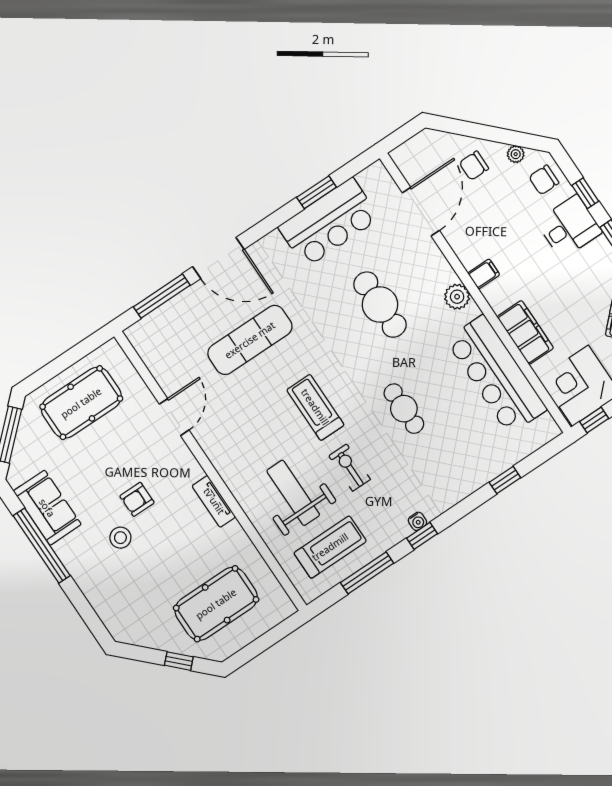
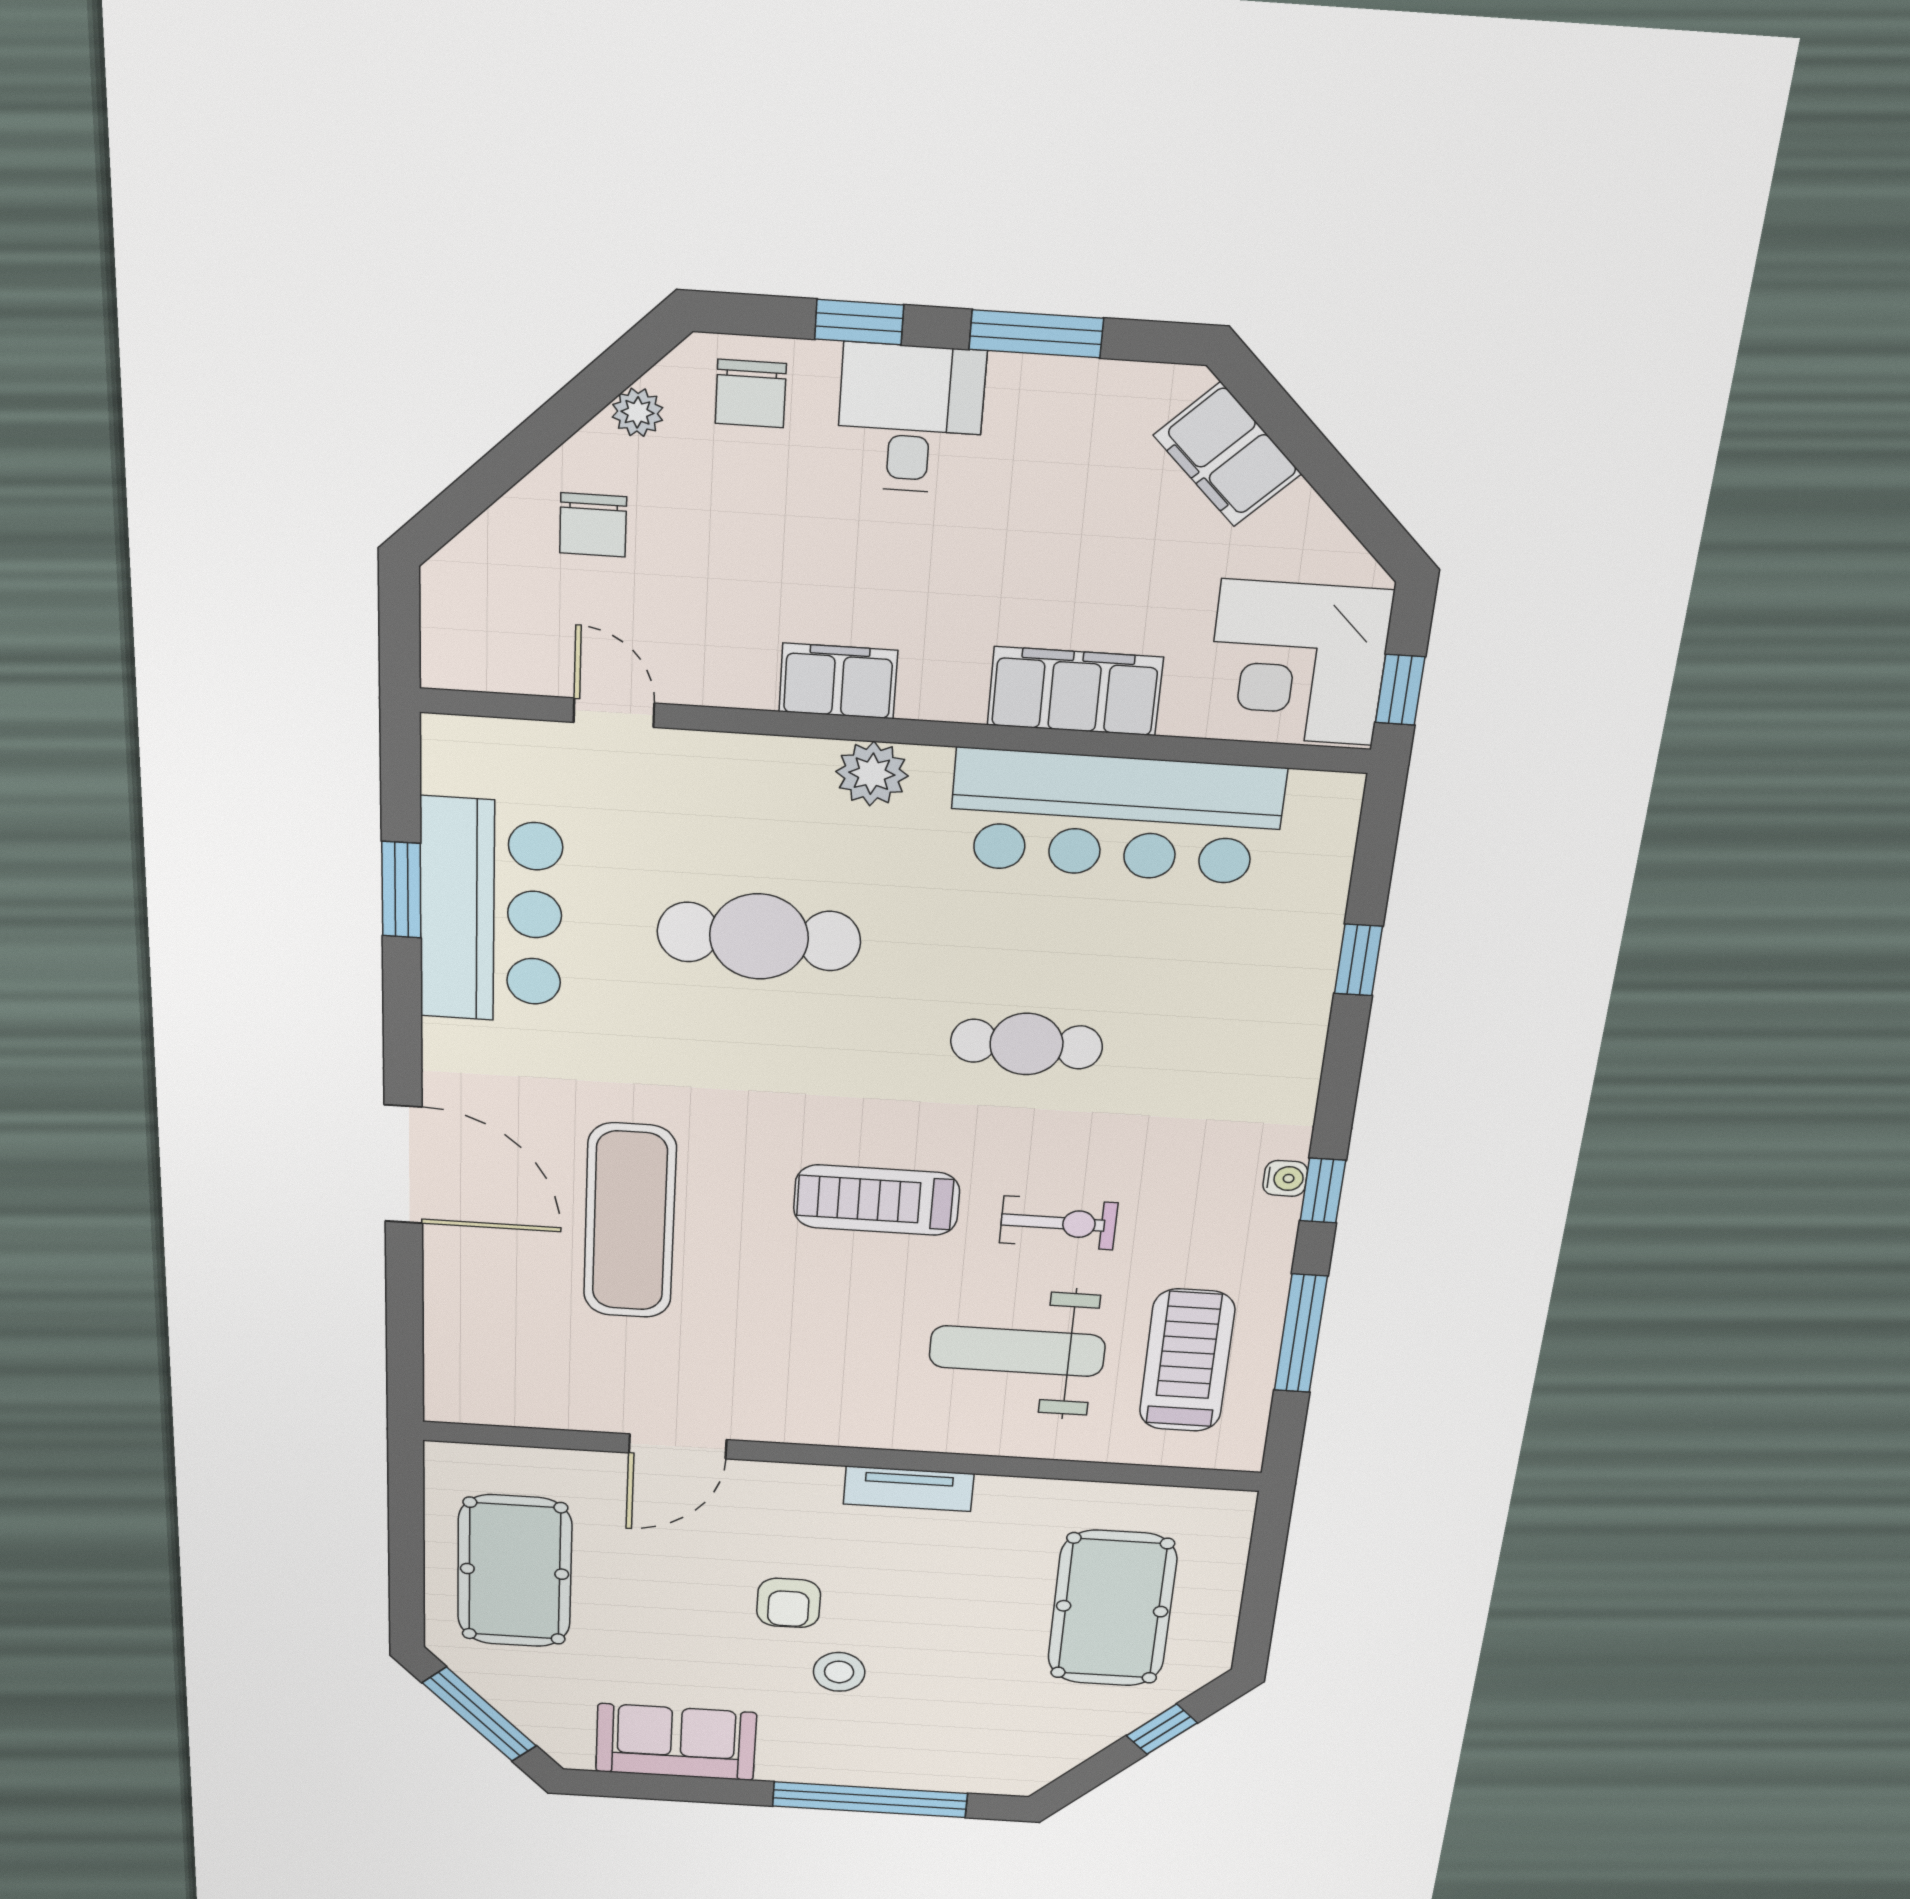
door: (421, 212) -> (614, 713), width x0.53
door: (218, 258) -> (403, 1164), hinge flipped
filing cabinet: (484, 274) -> (838, 681), width x2.00
window: (162, 296) -> (405, 1312), removed
door: (174, 417) -> (678, 1446), swing flipped
exercise bike: (350, 468) -> (1058, 1223), turned 180
window: (42, 546) -> (870, 1800), moved

